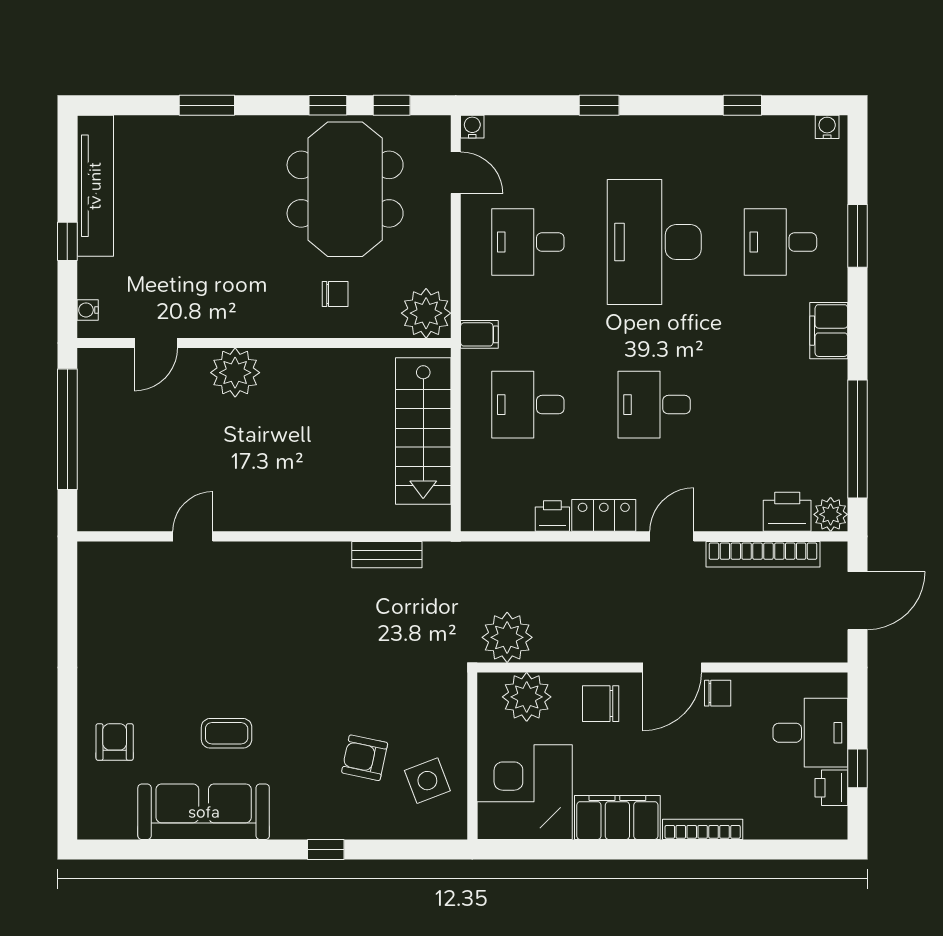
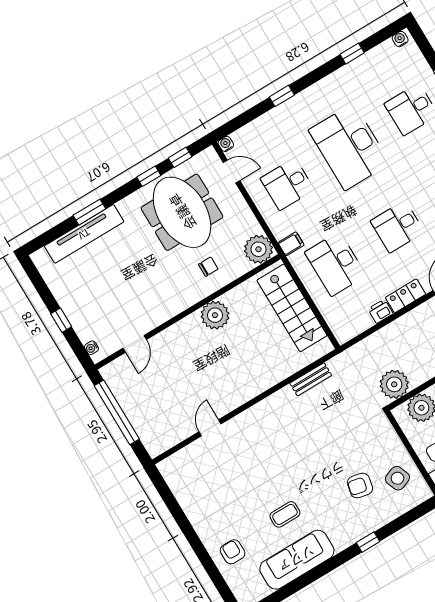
tv unit: (95, 186) -> (84, 234), moved, turned 90
plant: (235, 373) -> (215, 315), moved
desk: (528, 405) -> (335, 264), width x1.37

